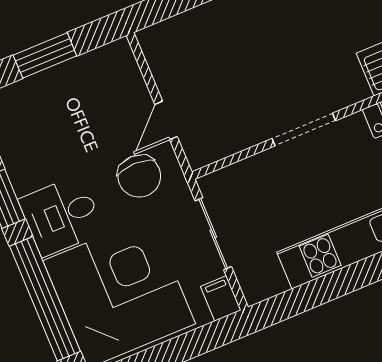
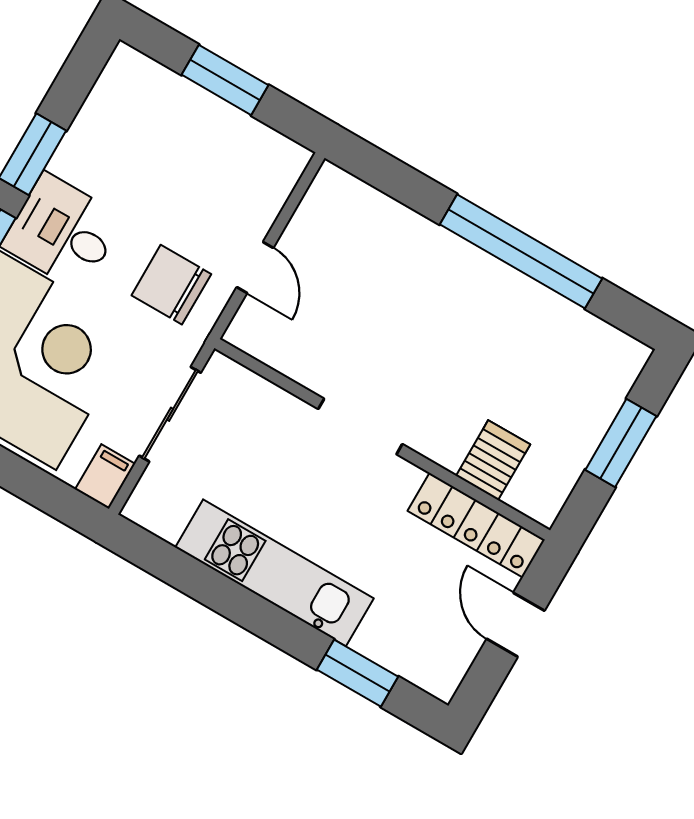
door: (166, 120) -> (255, 268), swing flipped
chair: (139, 176) -> (171, 285), turned 90

